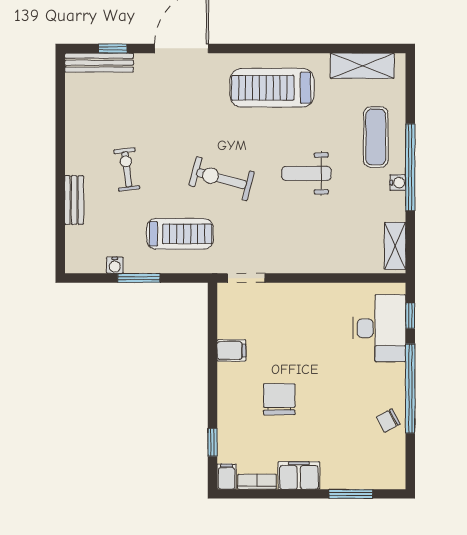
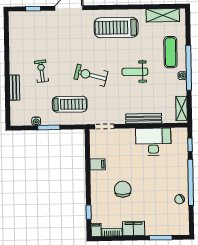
bench: (99, 63) -> (144, 119), moved
desk: (379, 328) -> (153, 142), moved, turned -90

